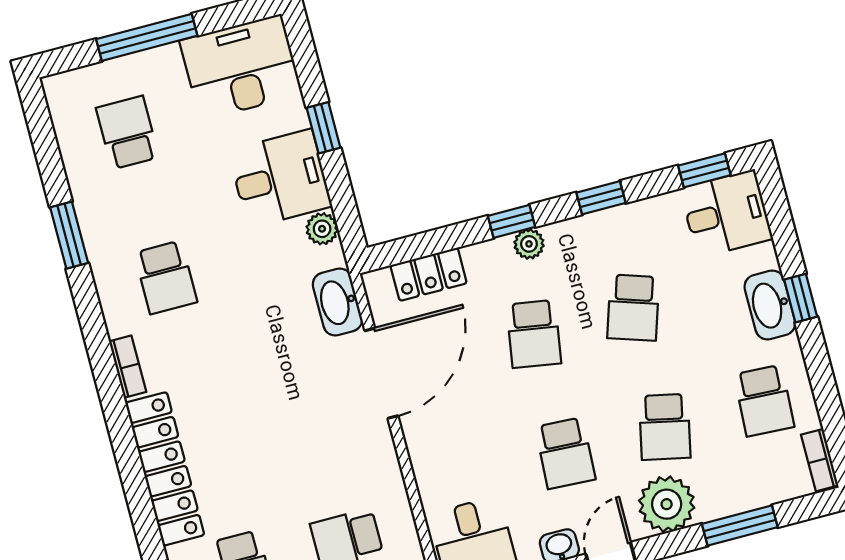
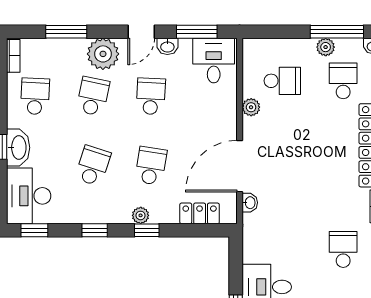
desk: (726, 214) -> (29, 196), width x1.37
plant: (322, 229) -> (251, 107), moved
washbasin: (337, 302) -> (250, 203), width x0.52, depth x0.69

